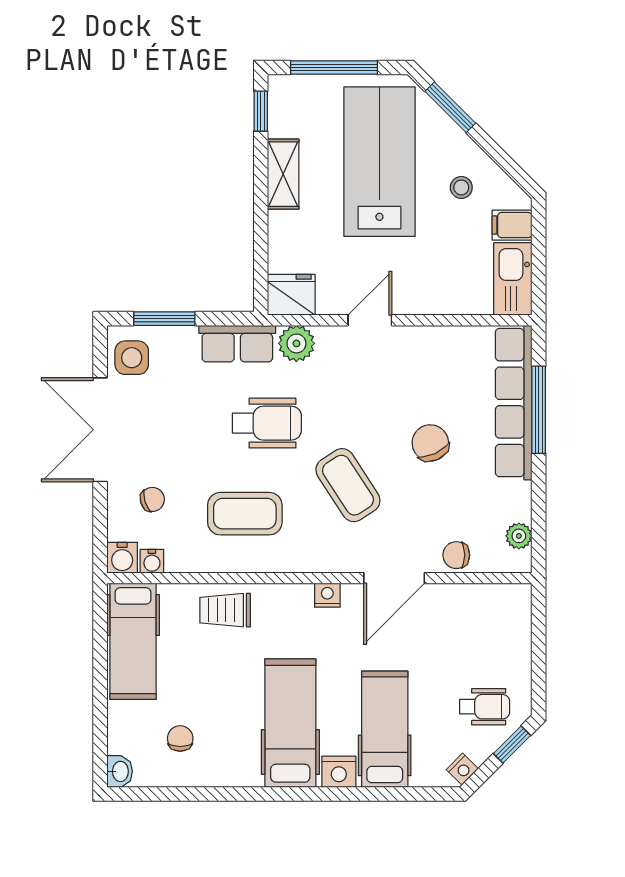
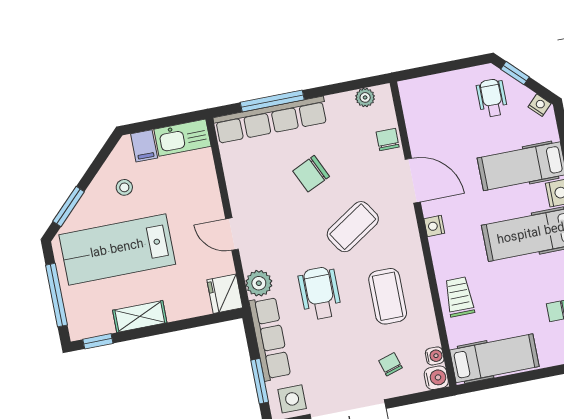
row of seats: (237, 344) -> (270, 339), width x1.48
chair: (456, 555) -> (388, 139), turned 180
trolley: (225, 610) -> (459, 297), turned 180

